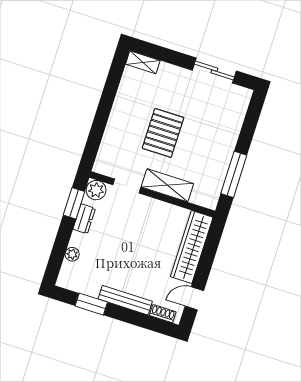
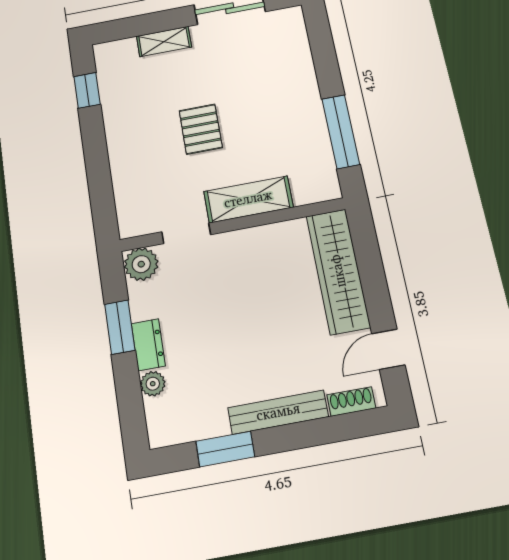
shelving: (143, 62) -> (164, 42), moved
window: (114, 77) -> (87, 90), added
pallet: (163, 133) -> (201, 129), width x0.67, depth x0.71
window: (74, 203) -> (120, 327), moved
dresser: (84, 219) -> (148, 345), moved

